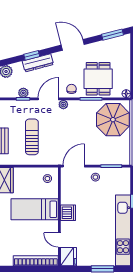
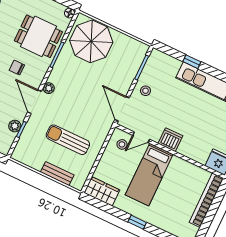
chair: (71, 89) -> (17, 68), moved
door: (59, 240) -> (141, 137), moved

